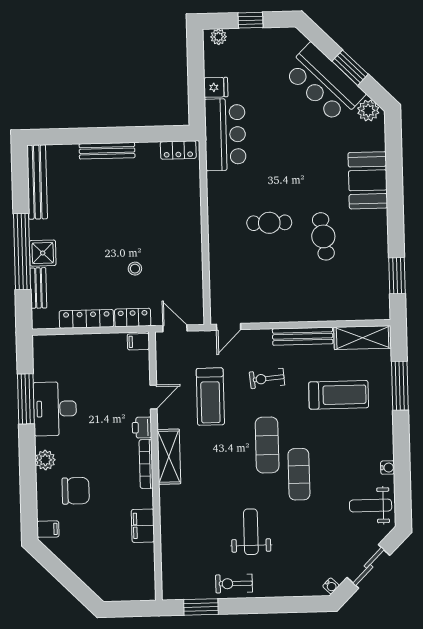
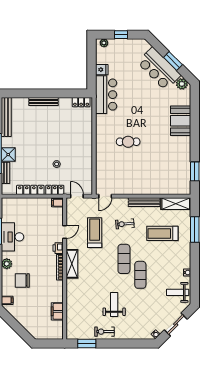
cafe table: (323, 236) -> (156, 150), removed
treadmill: (339, 395) -> (162, 233), turned 180
treadmill: (210, 397) -> (95, 233), turned 180
chair: (76, 491) -> (22, 280), turned 180
filing cabinet: (143, 526) -> (57, 311), moved

